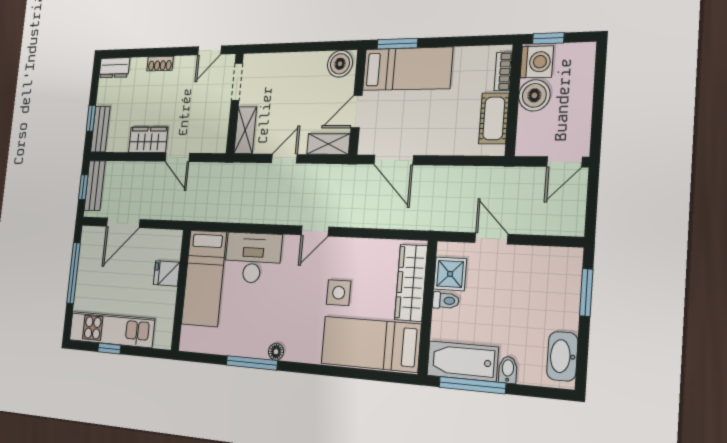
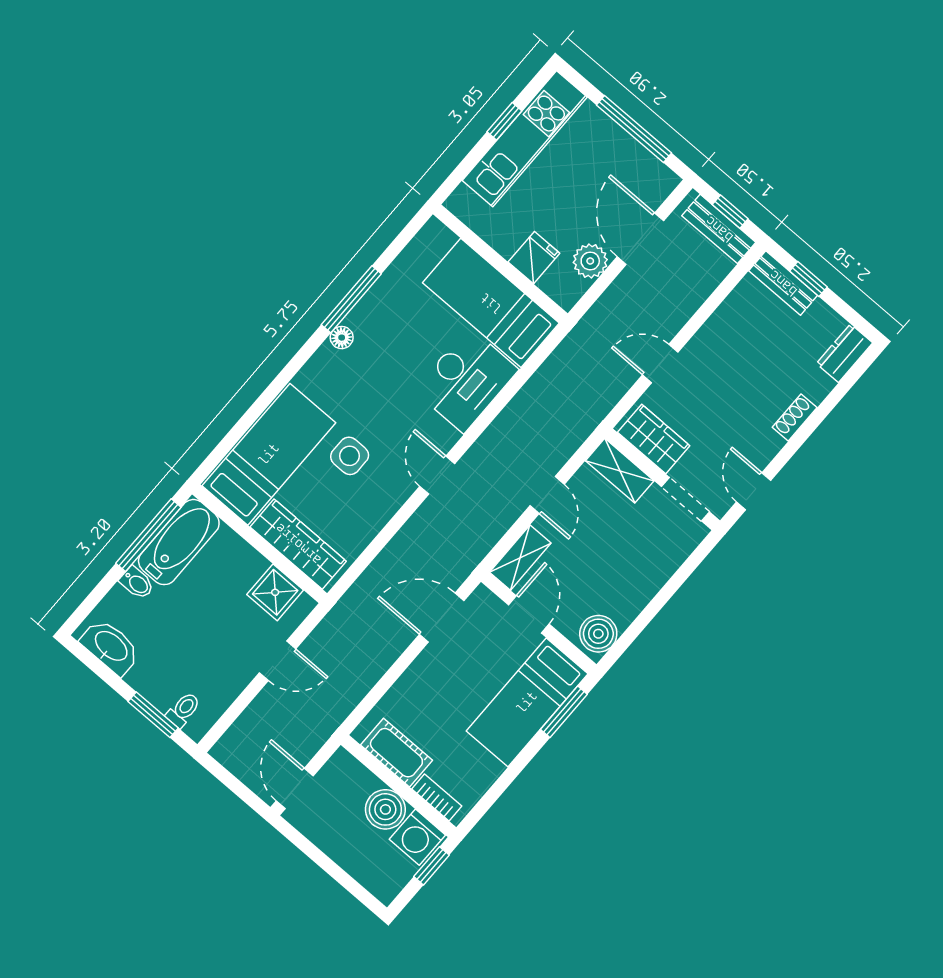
wardrobe: (148, 140) -> (654, 439), moved, turned -90
plant: (150, 241) -> (590, 261), added
toilet: (446, 301) -> (183, 710), moved, turned 180

